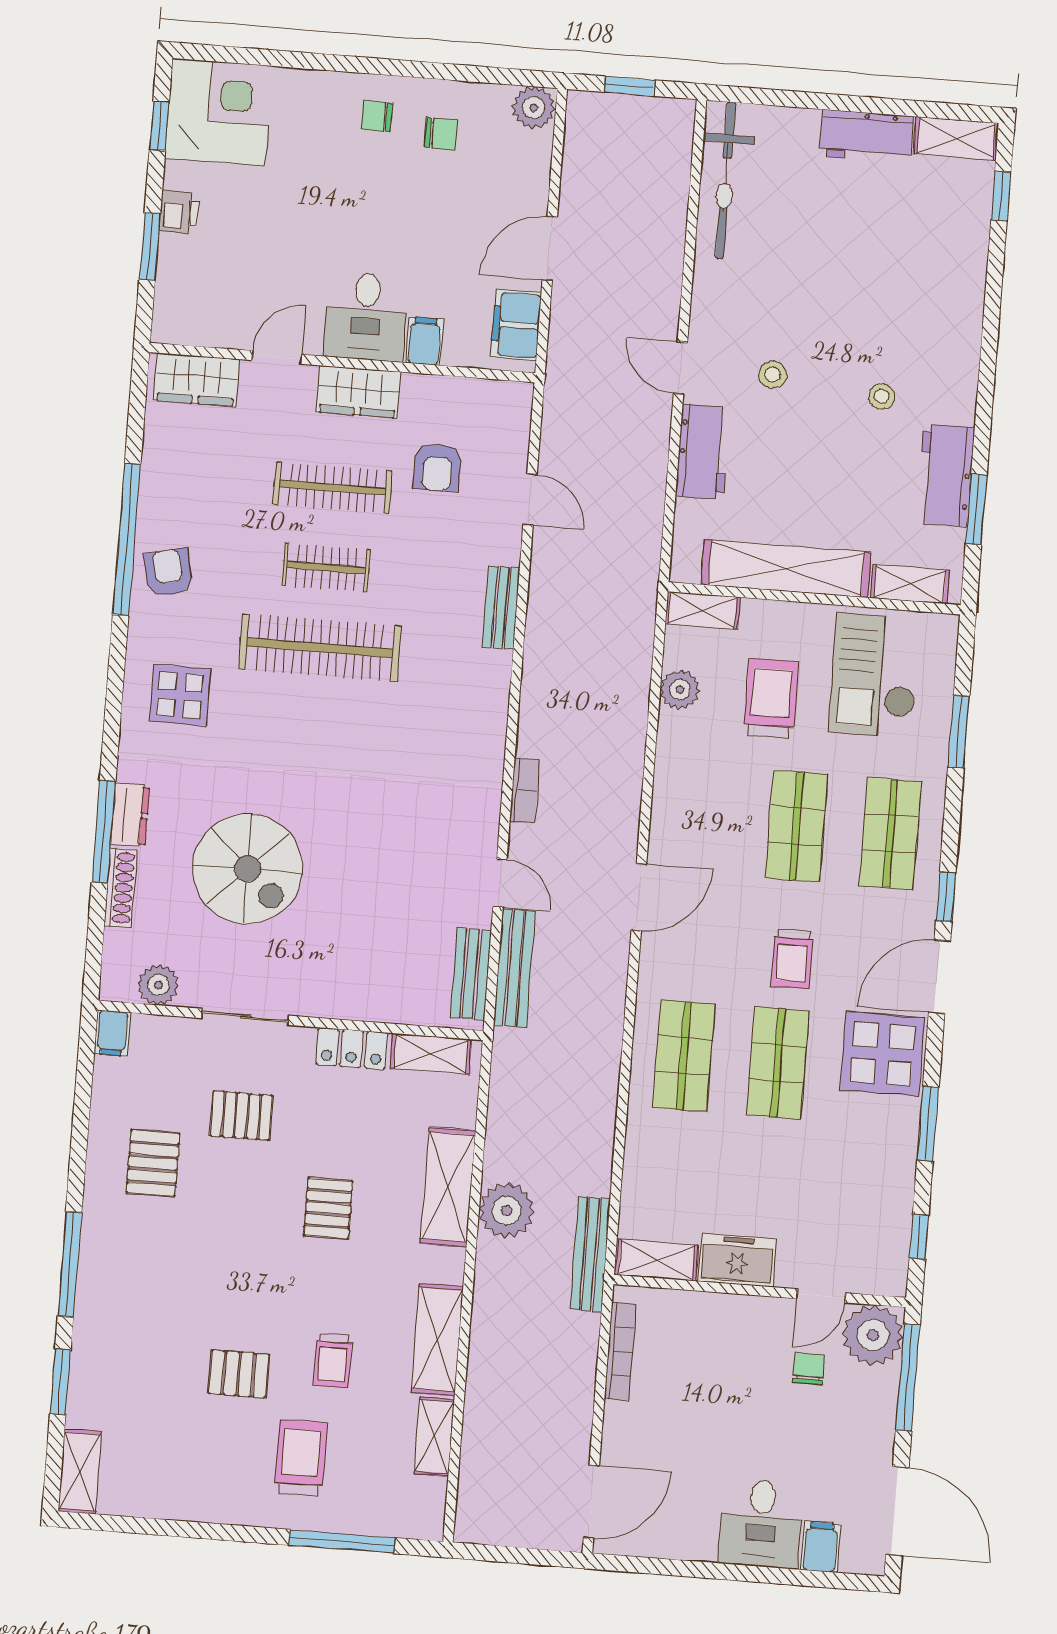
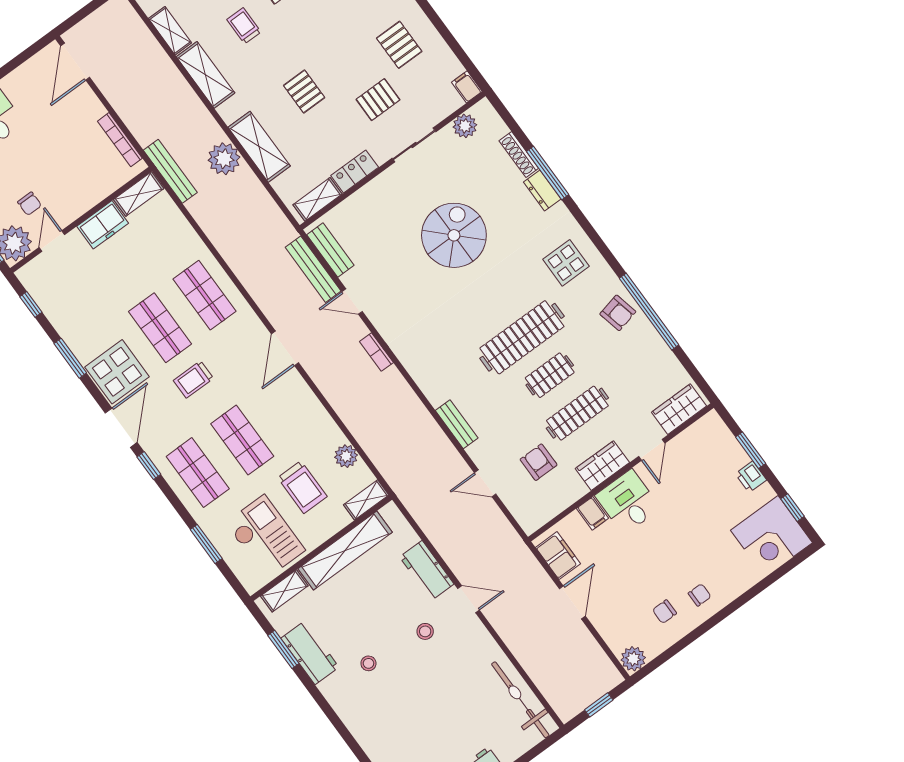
spiral stairs: (248, 869) -> (454, 235), moved, turned 90
trolley: (792, 959) -> (193, 379), turned -90

